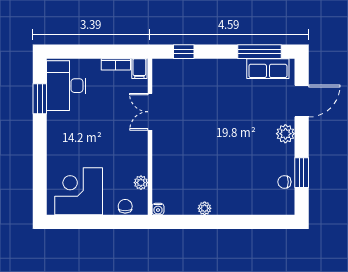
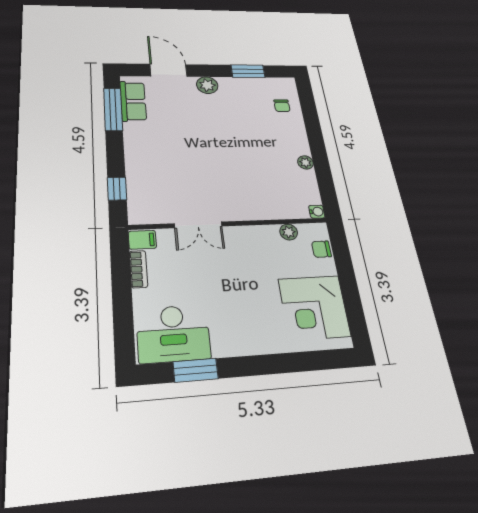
chair: (284, 182) -> (282, 106), moved

